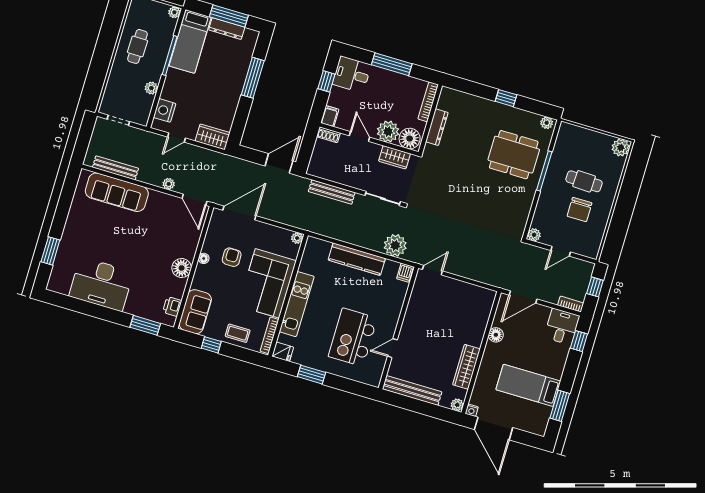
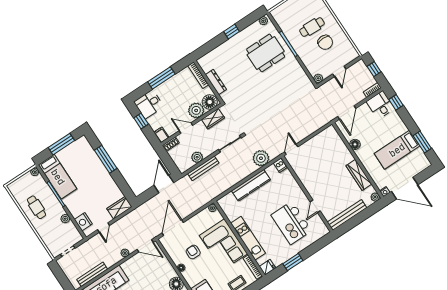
dresser: (227, 29) -> (67, 151), removed
plant: (338, 175) -> (197, 157), added

